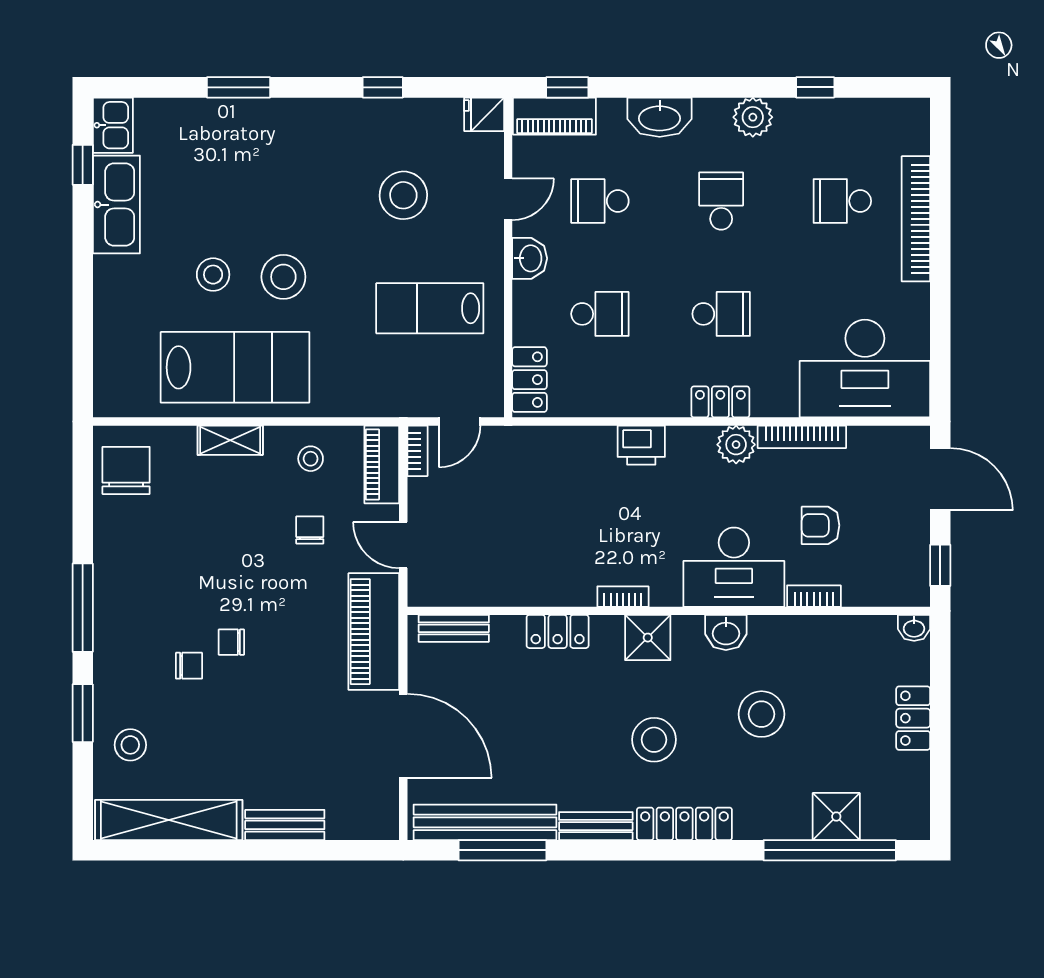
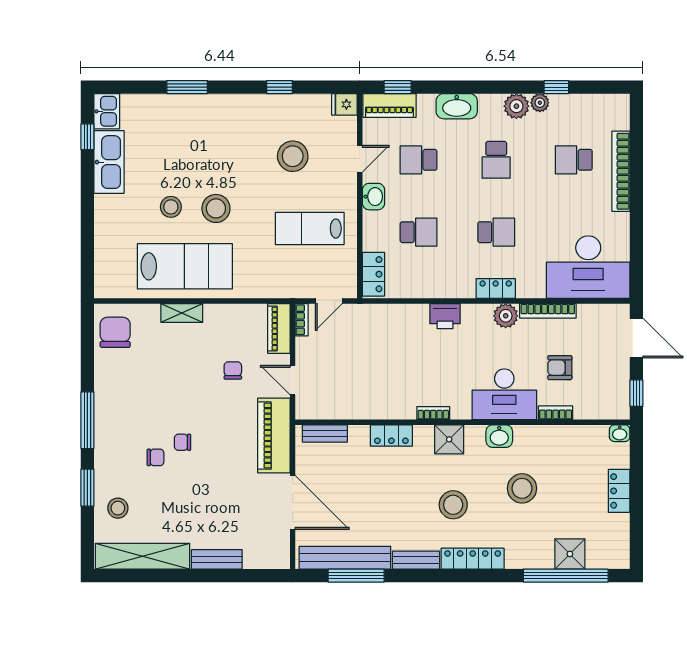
plant: (789, 112) -> (540, 103), added
school desk: (721, 201) -> (496, 160), turned 180
stool: (311, 459) -> (233, 325), removed

